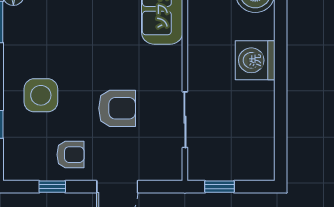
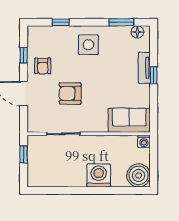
side table: (41, 95) -> (88, 45), moved
armchair: (117, 108) -> (70, 93), turned 90

